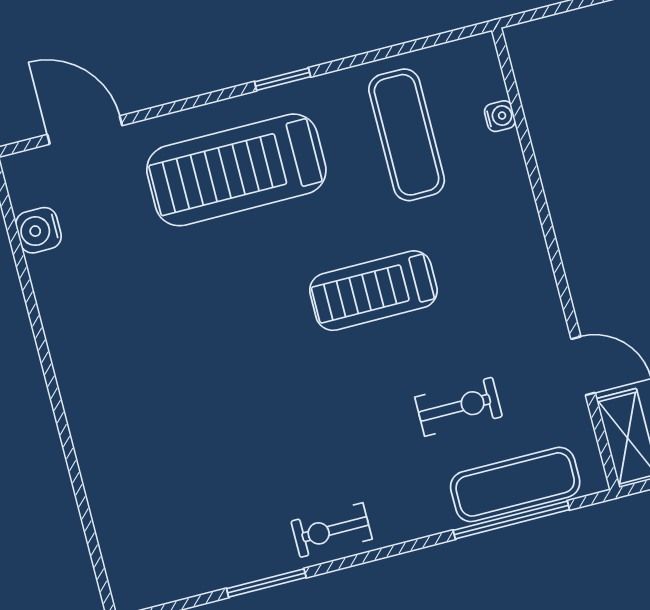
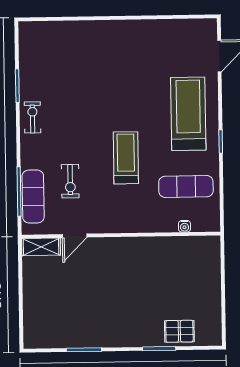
water cooler: (38, 230) -> (183, 27), removed

